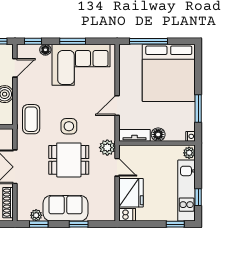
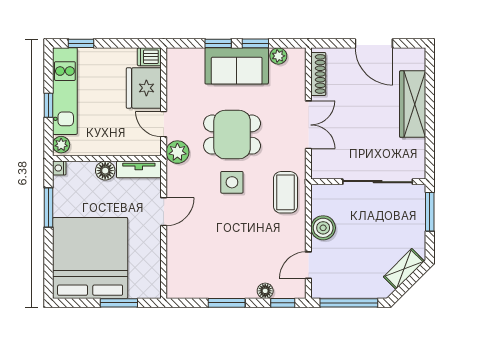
window: (149, 41) -> (119, 303), width x0.69
corner sofa: (81, 65) -> (215, 269), removed
window: (198, 197) -> (48, 105), moved
window: (39, 224) -> (255, 43), moved

